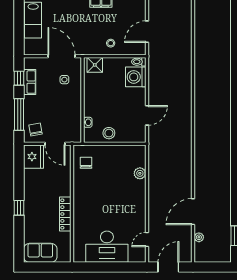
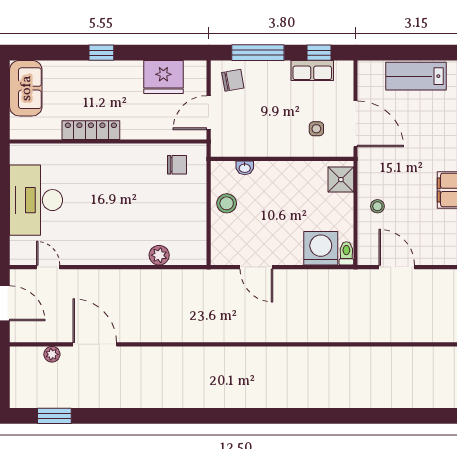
door: (62, 56) -> (356, 124), hinge flipped
fridge: (34, 157) -> (163, 77), moved

